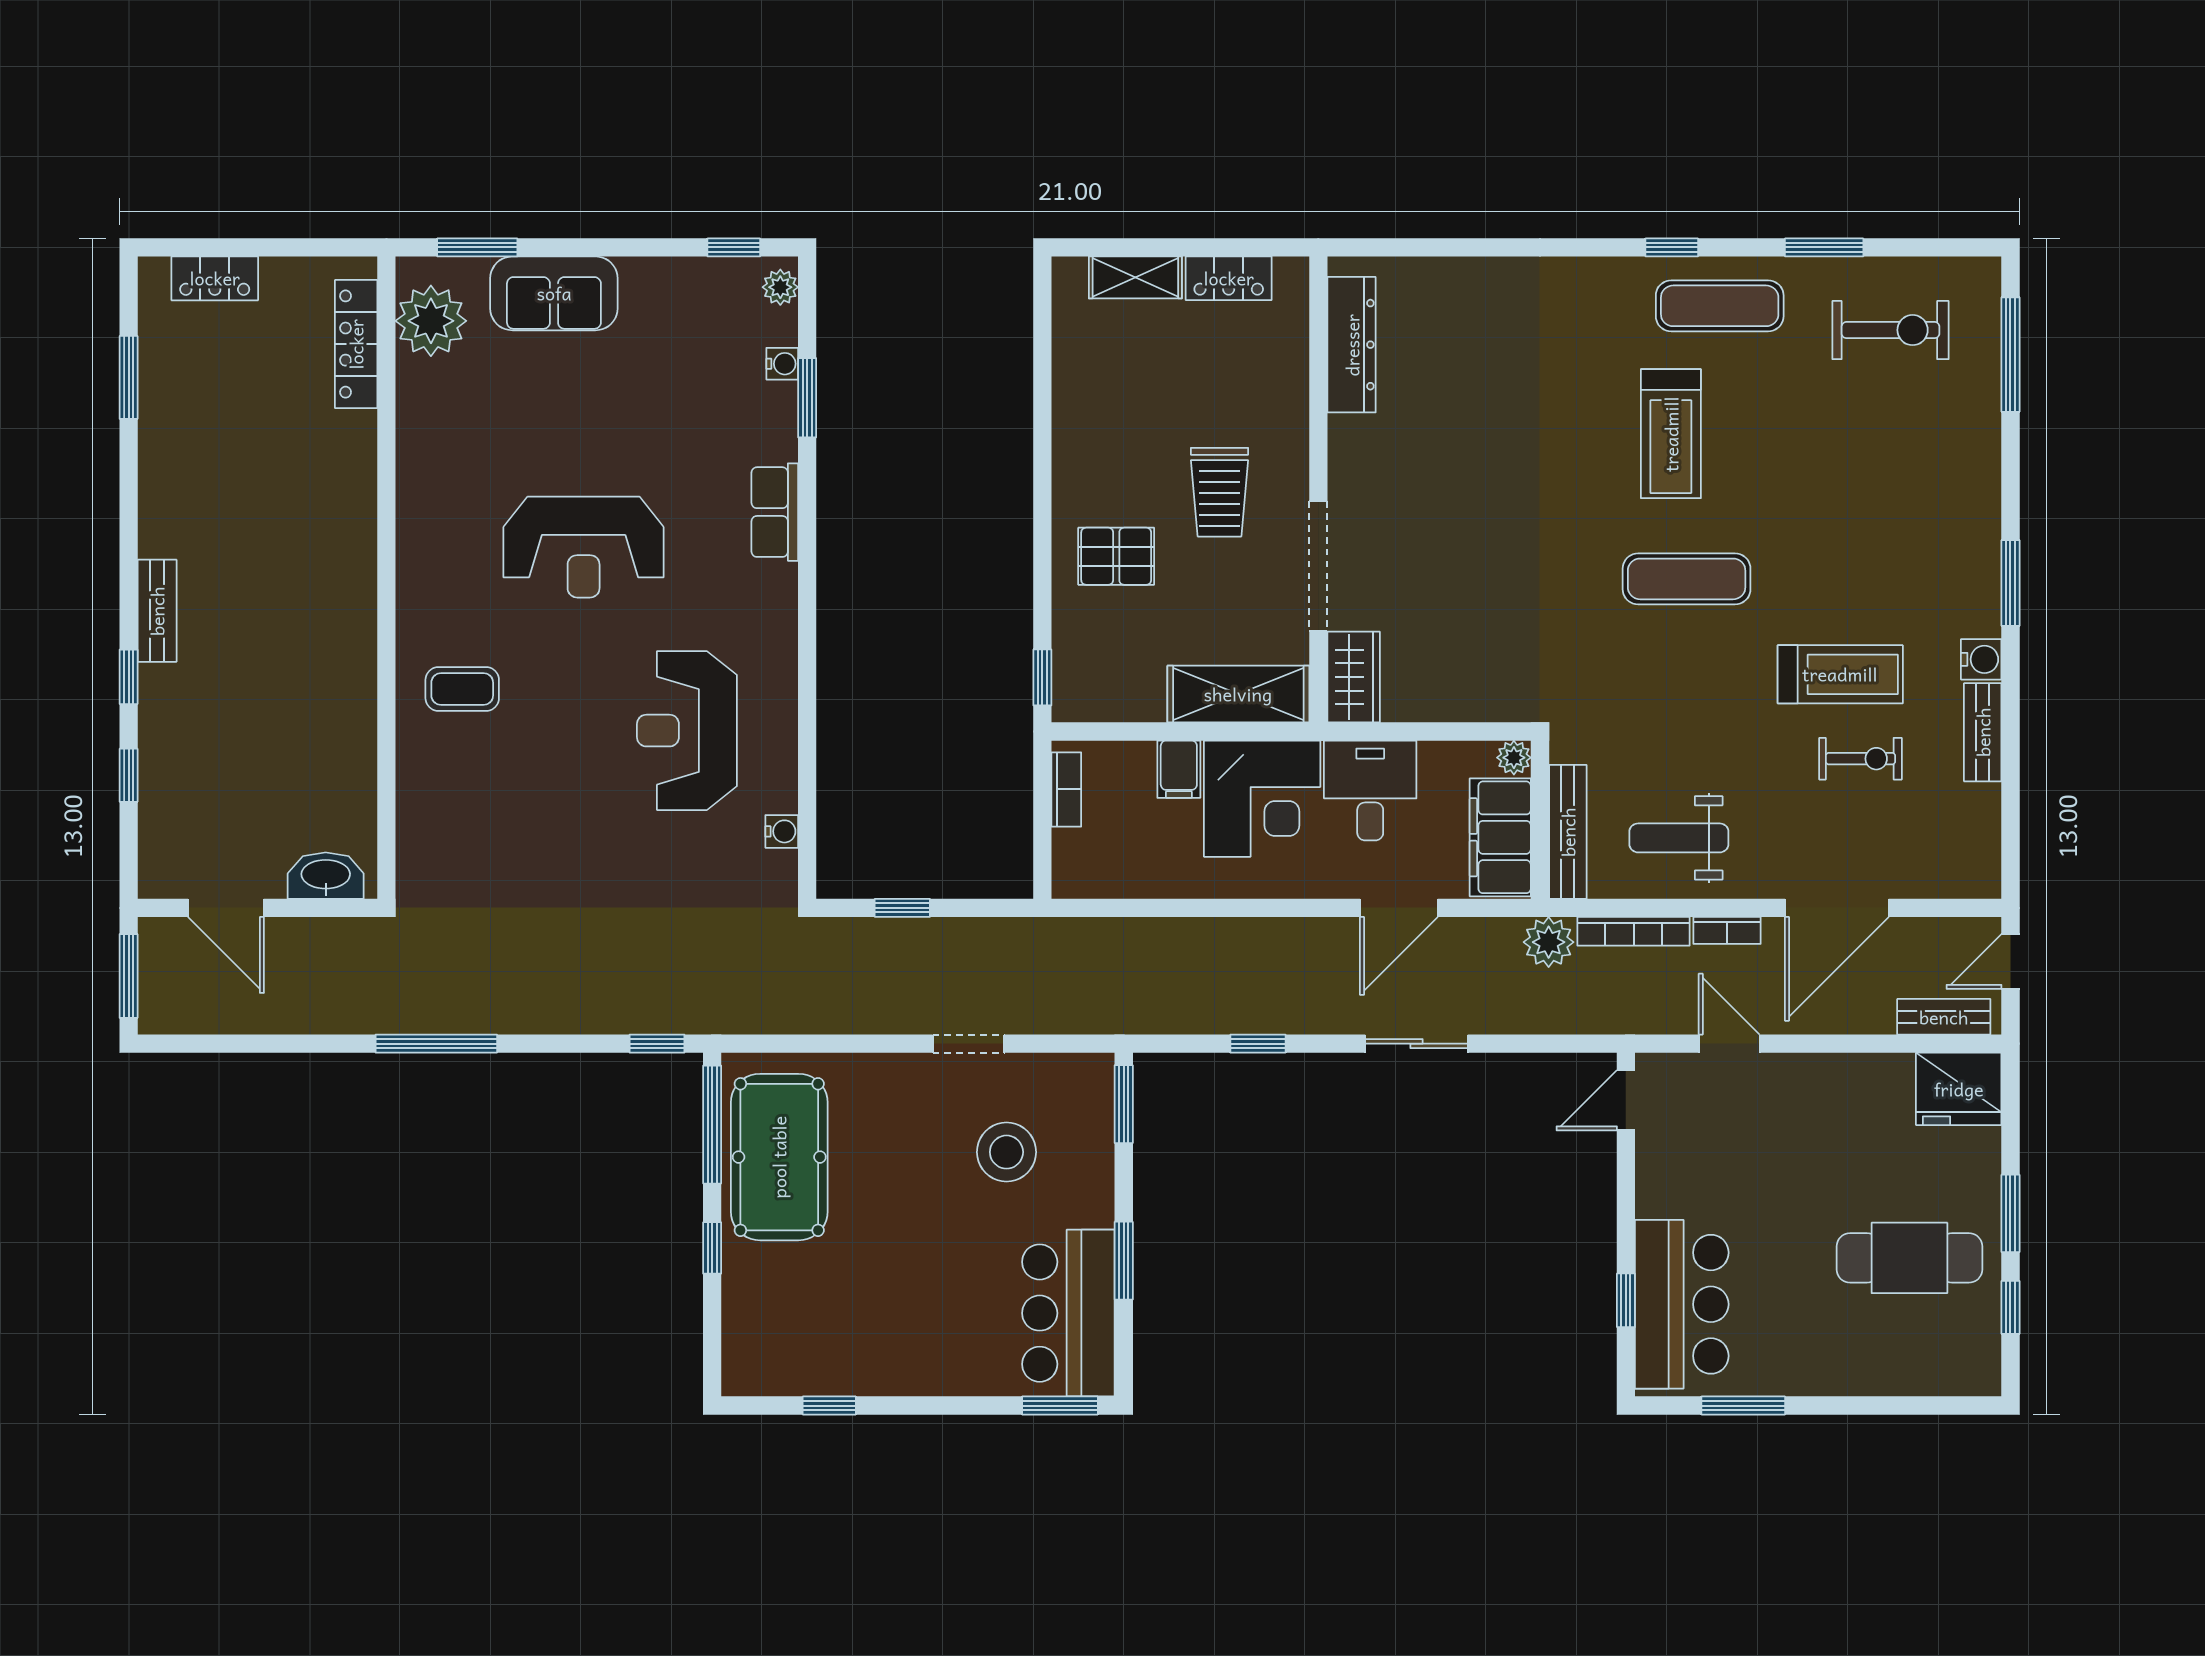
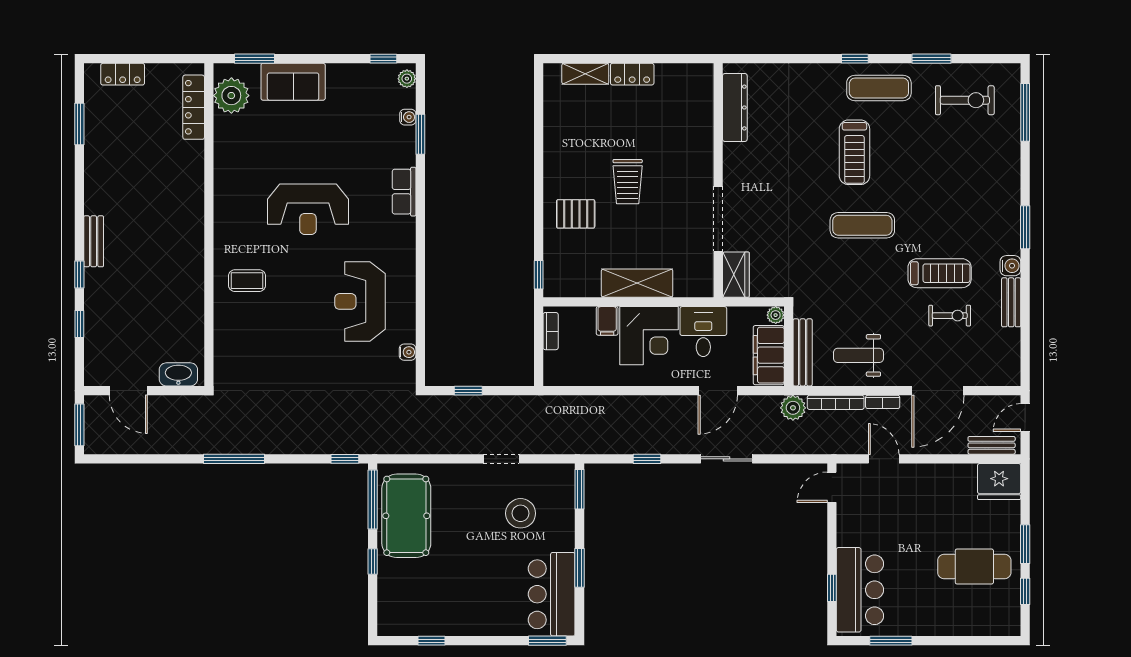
dresser: (1352, 345) -> (735, 108), moved
wall: (1318, 489) -> (718, 180), moved
doorway: (1318, 566) -> (718, 219), moved
wardrobe: (1354, 677) -> (736, 275), moved

